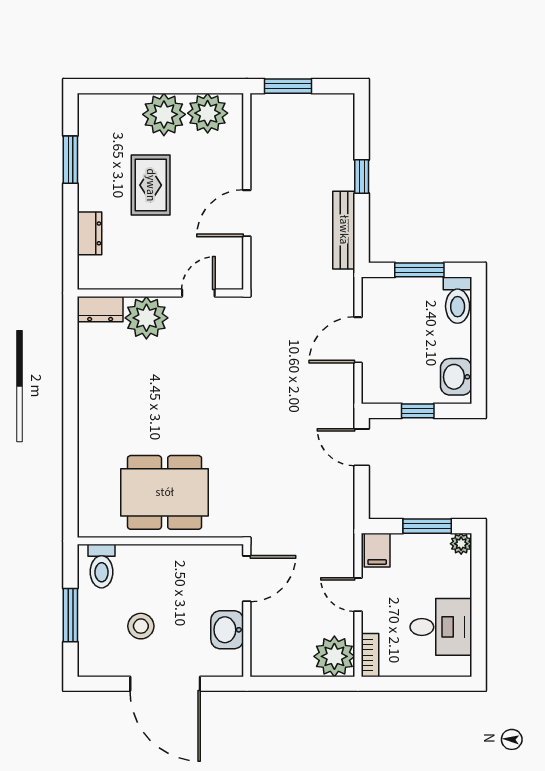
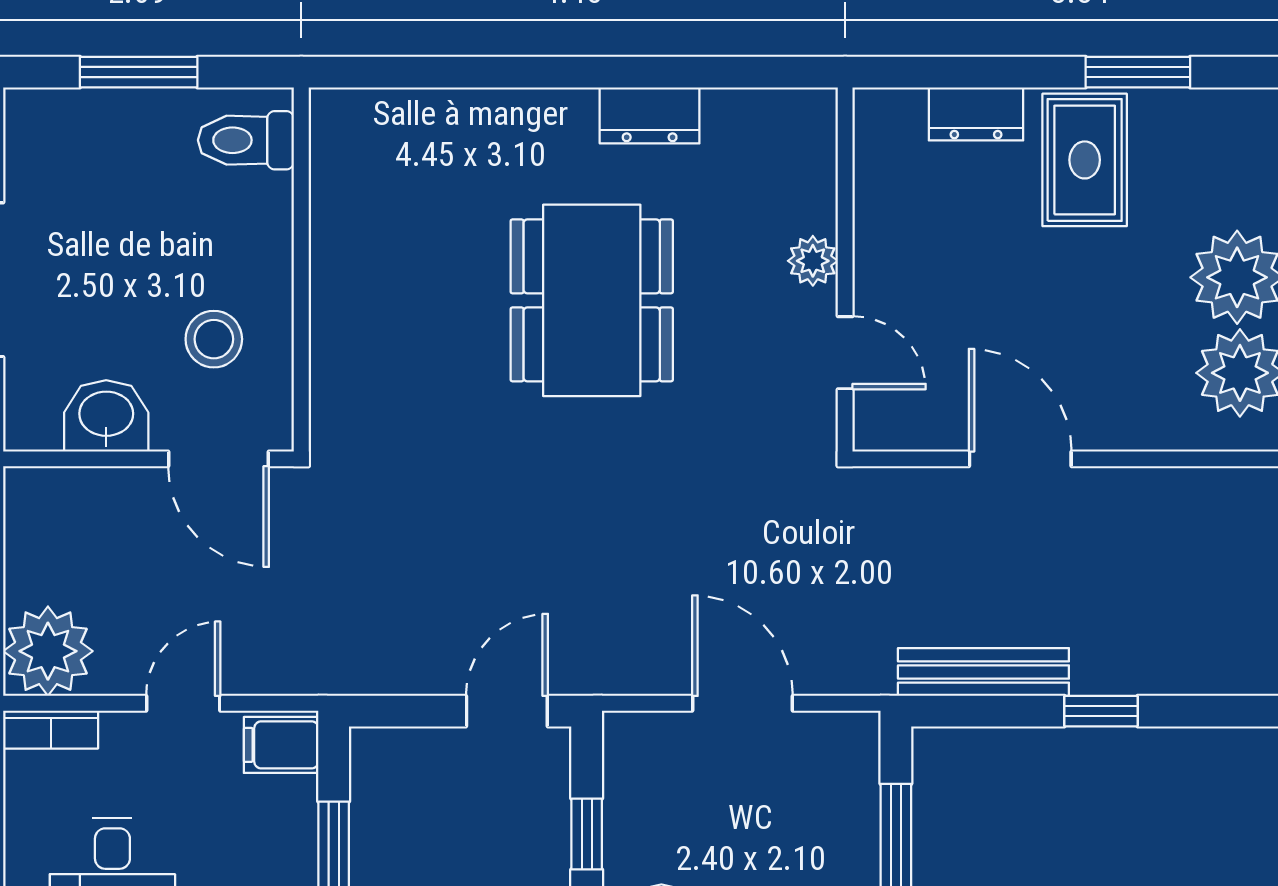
rug: (151, 185) -> (1085, 160), moved, turned 90
dresser: (100, 309) -> (650, 115), moved, turned -90
plant: (146, 318) -> (813, 261), width x0.53, depth x0.53
dining table: (165, 492) -> (592, 300), moved
stool: (141, 626) -> (214, 339), moved

